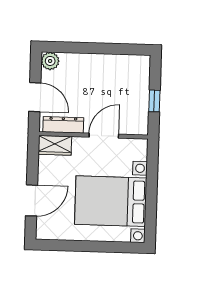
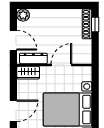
shoe rack: (143, 77) -> (87, 24), added
window: (154, 101) -> (95, 25), moved

